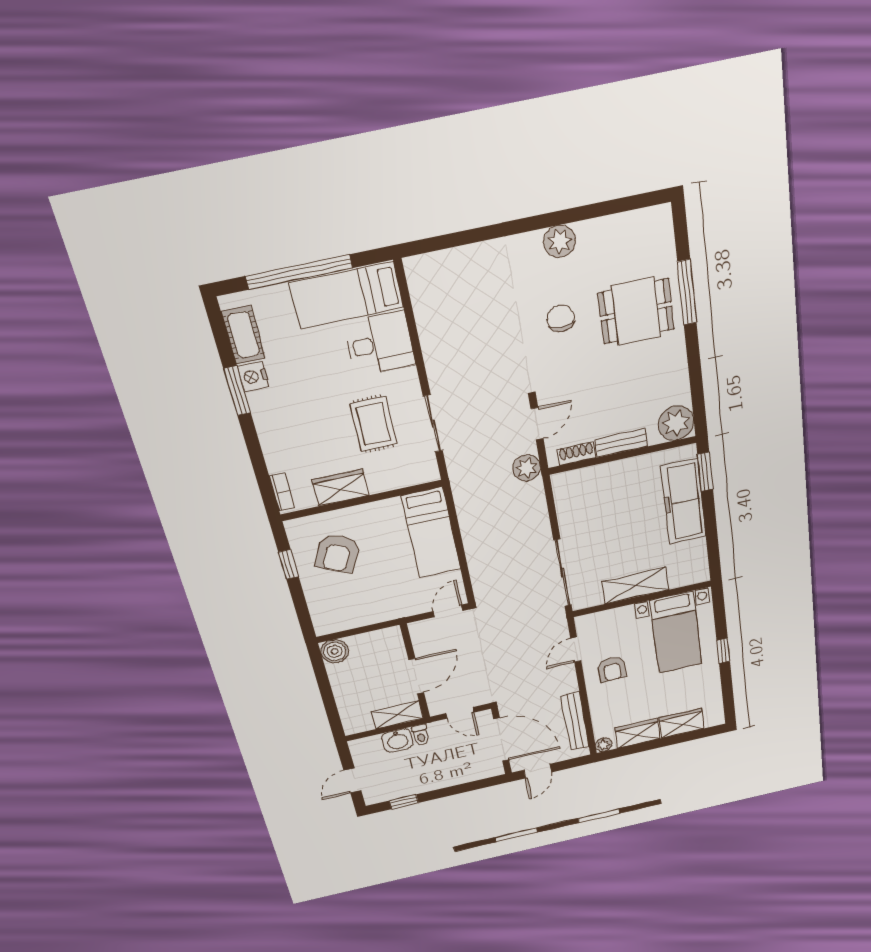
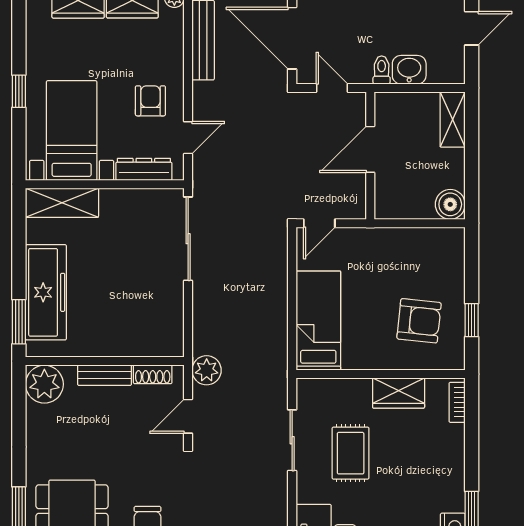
armchair: (338, 553) -> (419, 321), turned 70
shelving: (635, 586) -> (62, 203), moved
dresser: (610, 618) -> (144, 169), added
shelving: (397, 715) -> (453, 120), moved, turned 90

